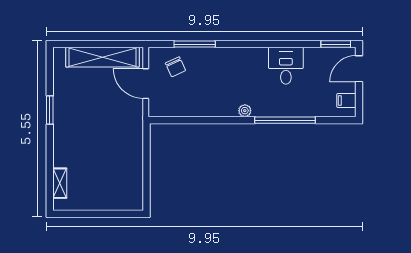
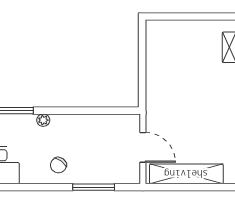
chair: (175, 67) -> (58, 165), moved, turned -119

